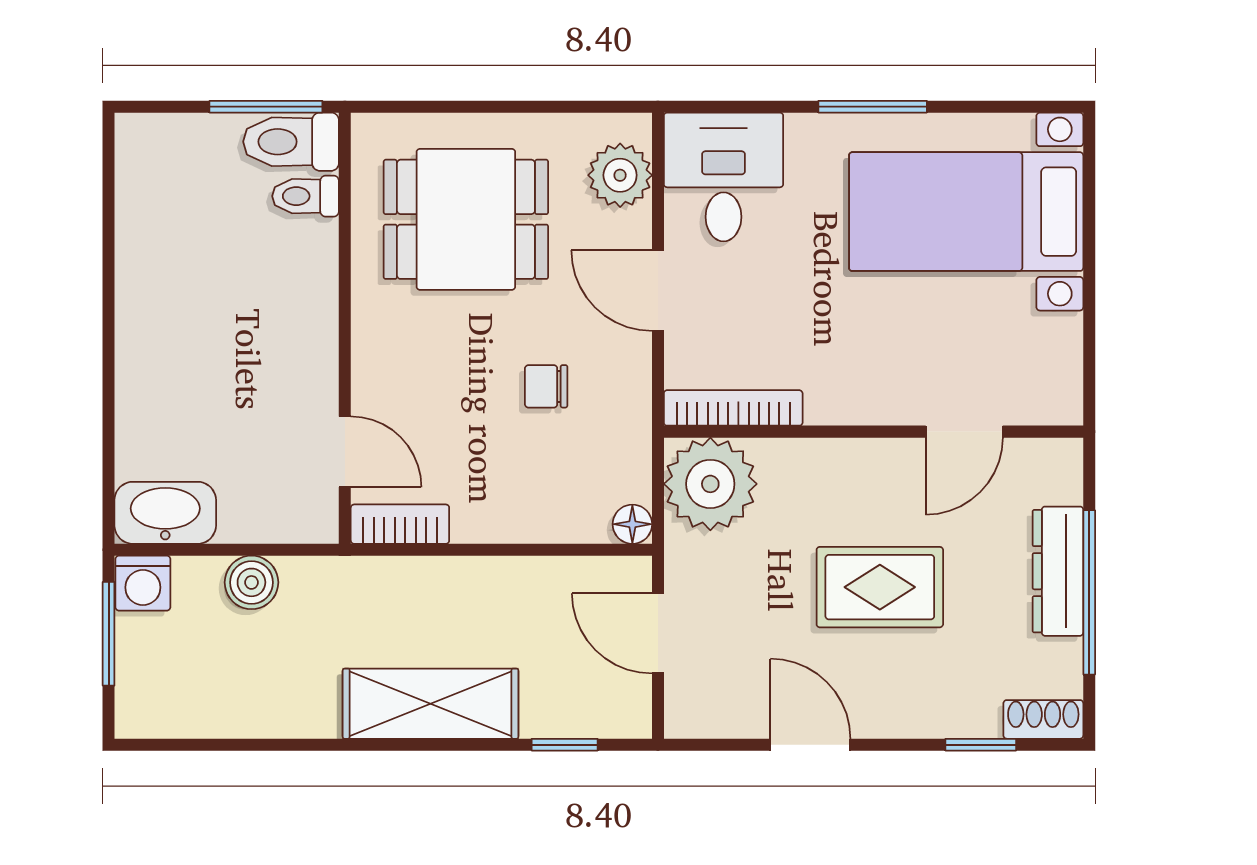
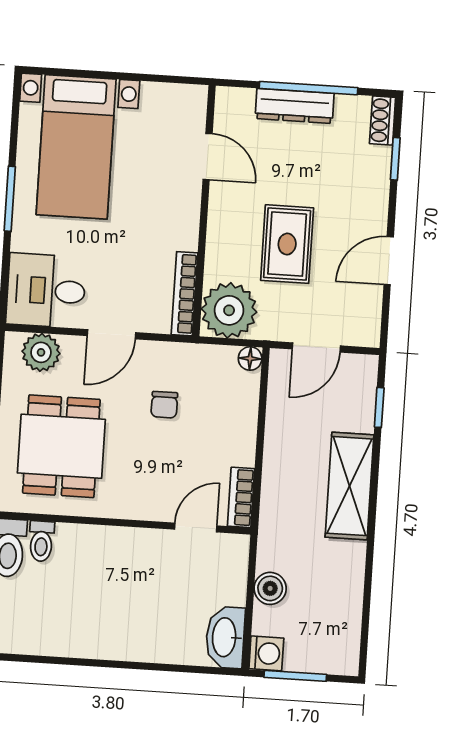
rug: (880, 587) -> (287, 244), moved

